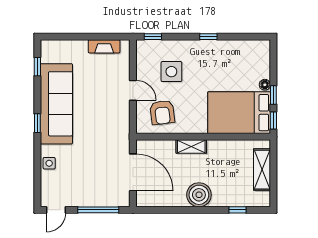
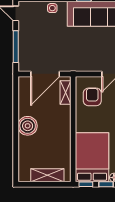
armchair: (162, 112) -> (92, 97), turned 97
shelving: (191, 147) -> (65, 93), moved
window: (238, 210) -> (16, 156), removed

